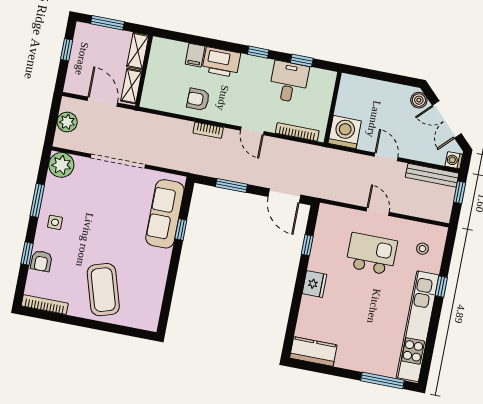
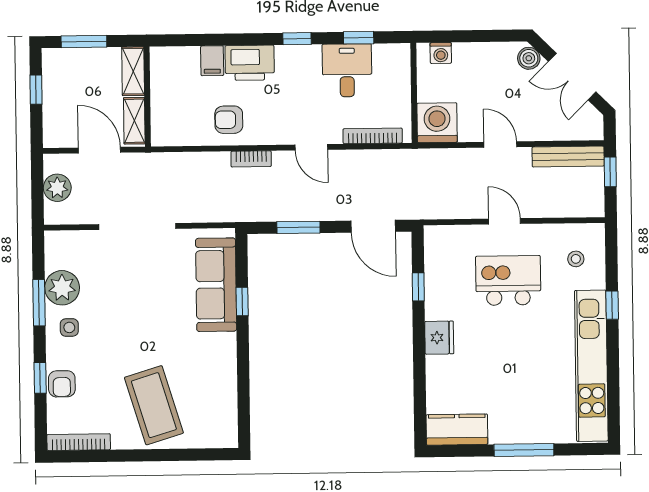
washing machine: (454, 160) -> (441, 53), moved, turned -90
plant: (61, 165) -> (62, 288), moved
window: (382, 381) -> (524, 450), moved

